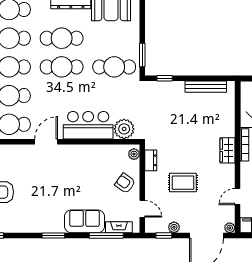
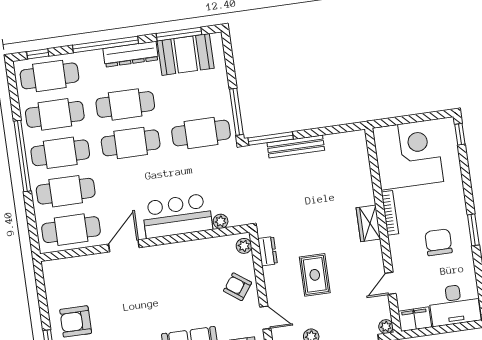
window: (142, 55) -> (236, 112), width x1.44
window: (165, 78) -> (271, 139), width x2.17
bench: (206, 87) -> (296, 147), moved
plant: (124, 129) -> (221, 221), width x0.53, depth x0.53
rug: (183, 183) -> (315, 275), turned 90

